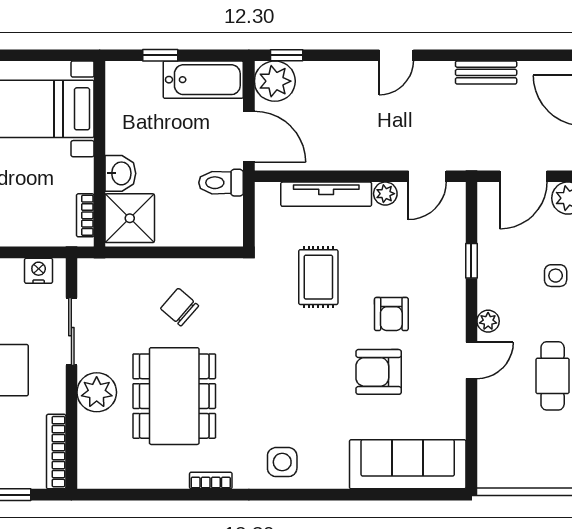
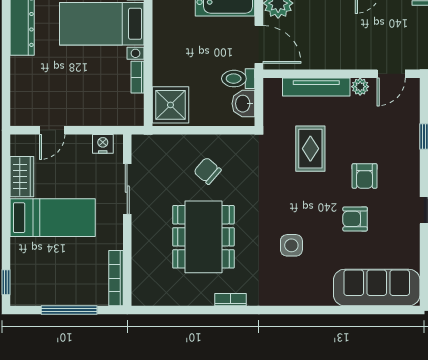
washbasin: (120, 173) -> (243, 104), moved, turned 180
bookcase: (85, 215) -> (137, 77), moved
armchair: (379, 372) -> (355, 219), width x0.72, depth x0.72
plant: (97, 392) -> (146, 234), removed
side table: (282, 462) -> (291, 245), moved

